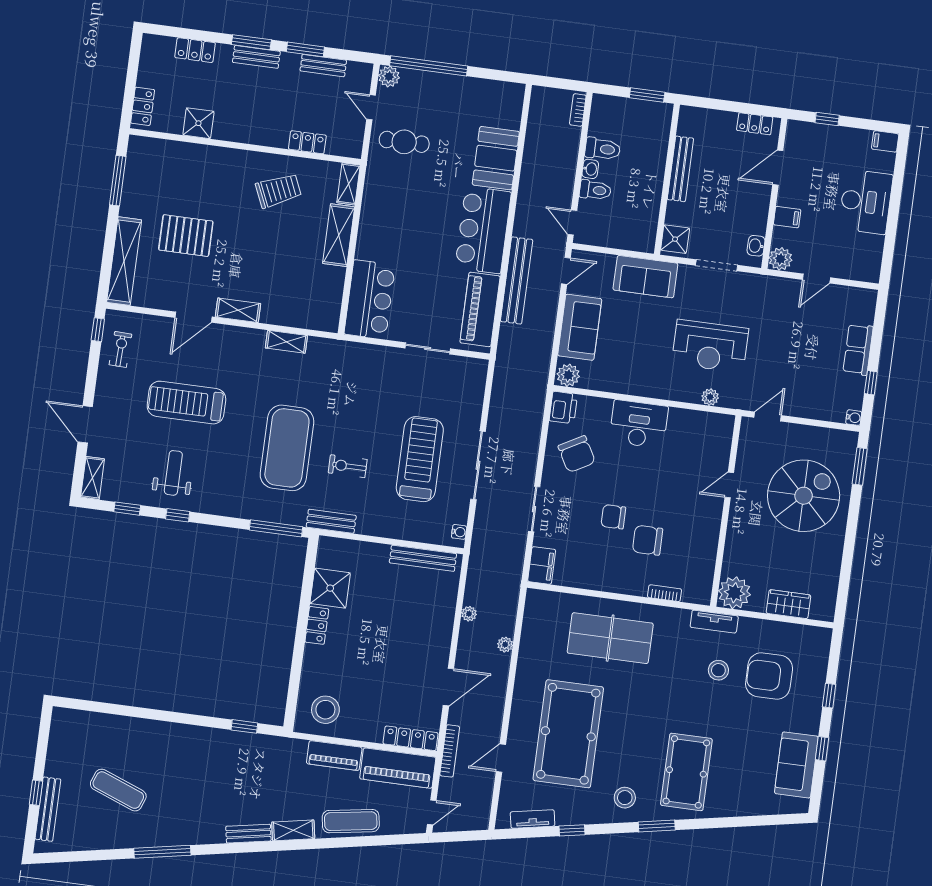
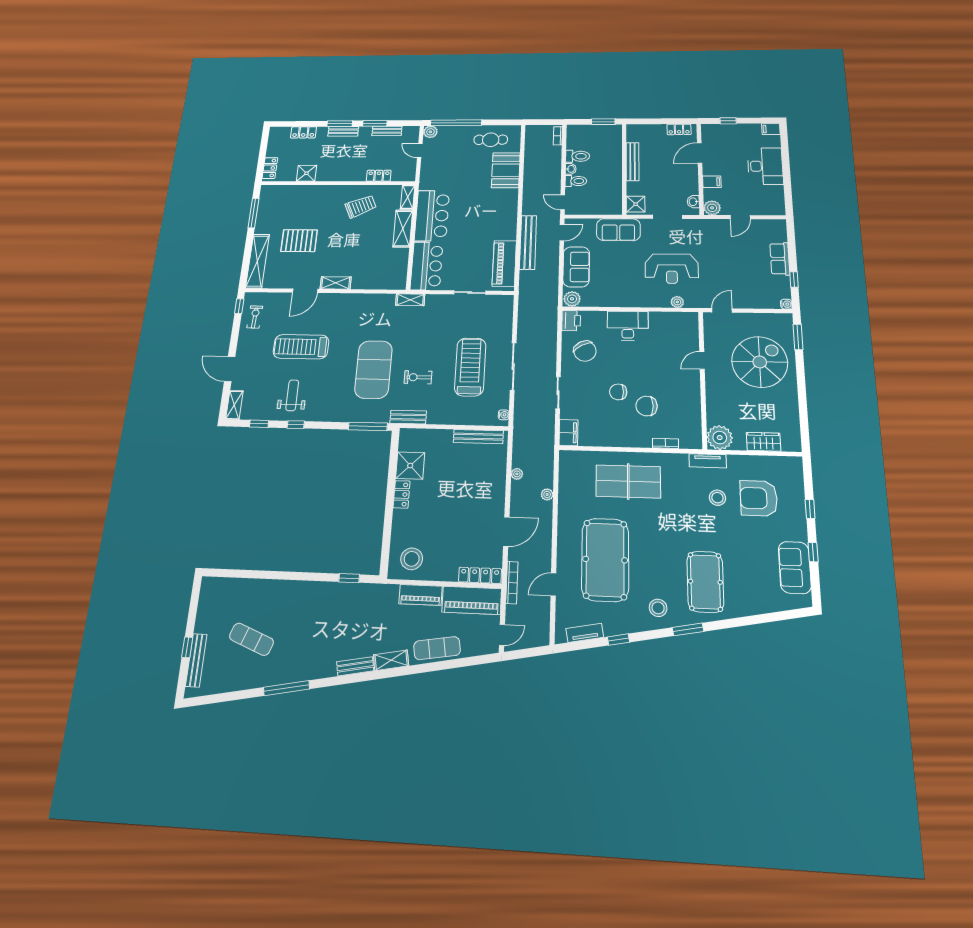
cafe table: (404, 142) -> (491, 140), moved
bar counter: (483, 230) -> (432, 216), moved, turned 180
shelving: (286, 342) -> (410, 300), moved

